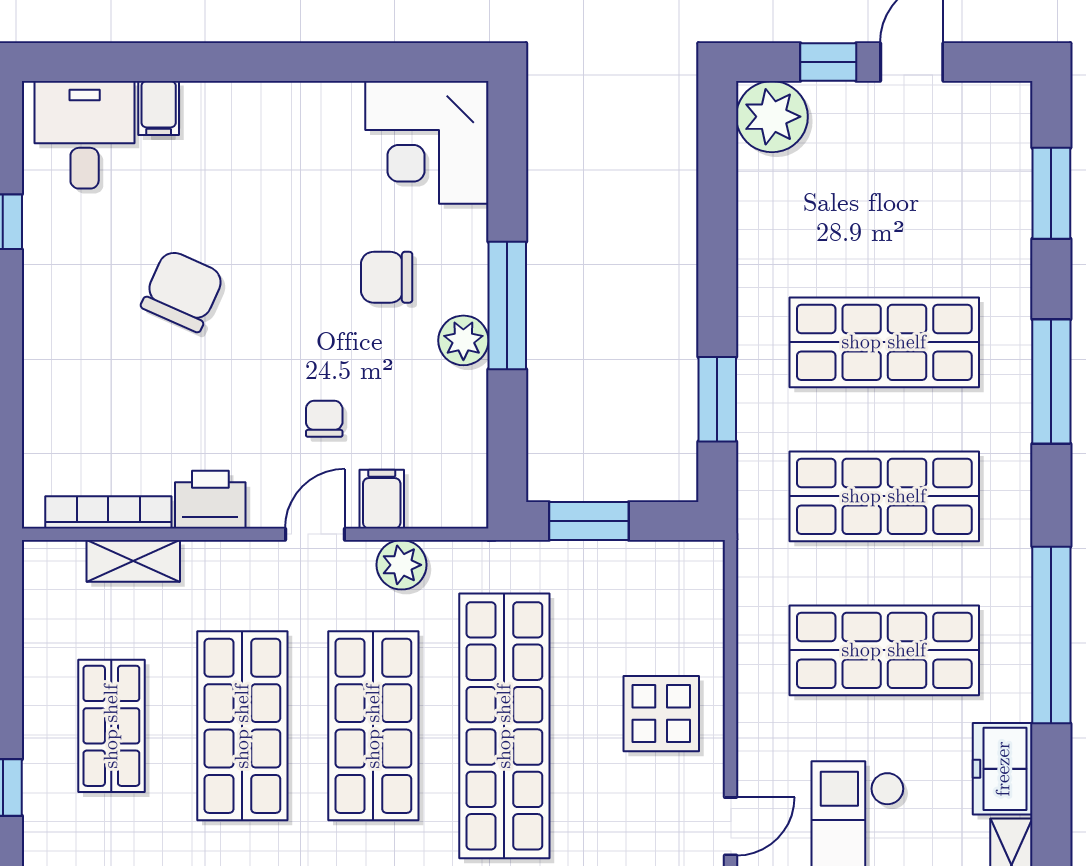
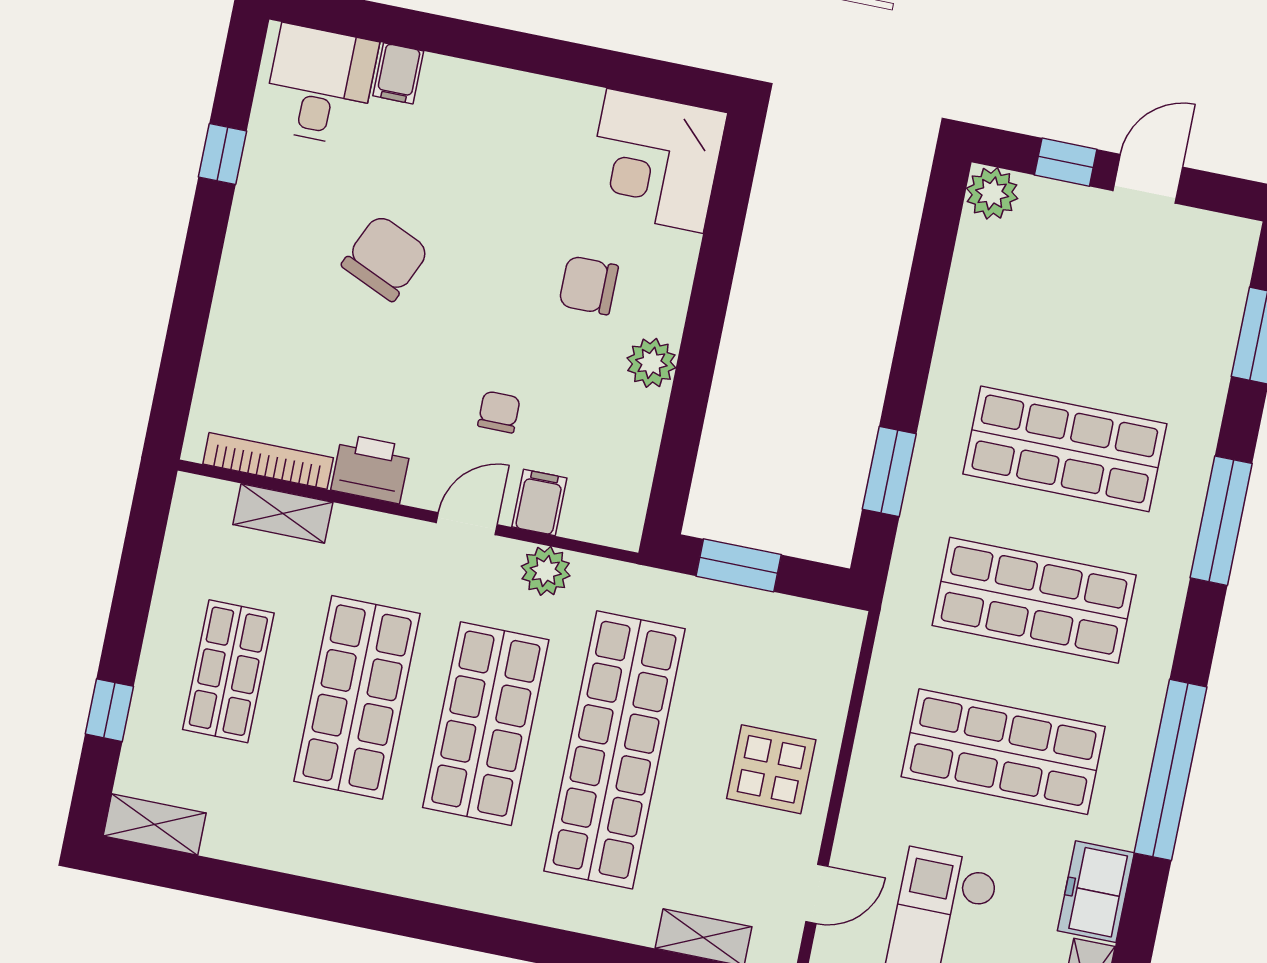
plant: (772, 117) -> (992, 193), width x0.73, depth x0.73
window: (507, 306) -> (702, 337), removed

